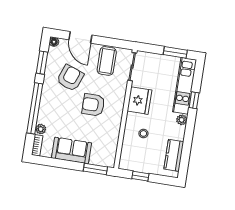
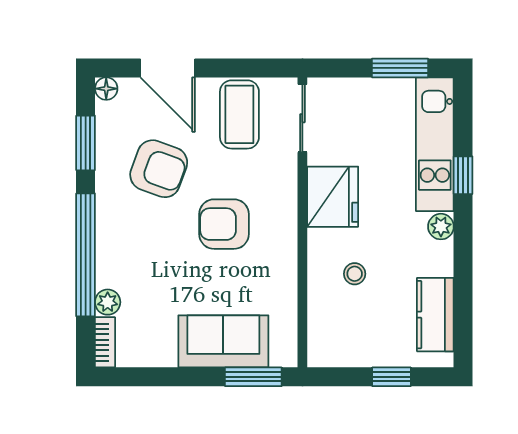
armchair: (70, 78) -> (159, 169), turned 90
sofa: (72, 150) -> (223, 341), moved
window: (140, 176) -> (391, 377), moved

